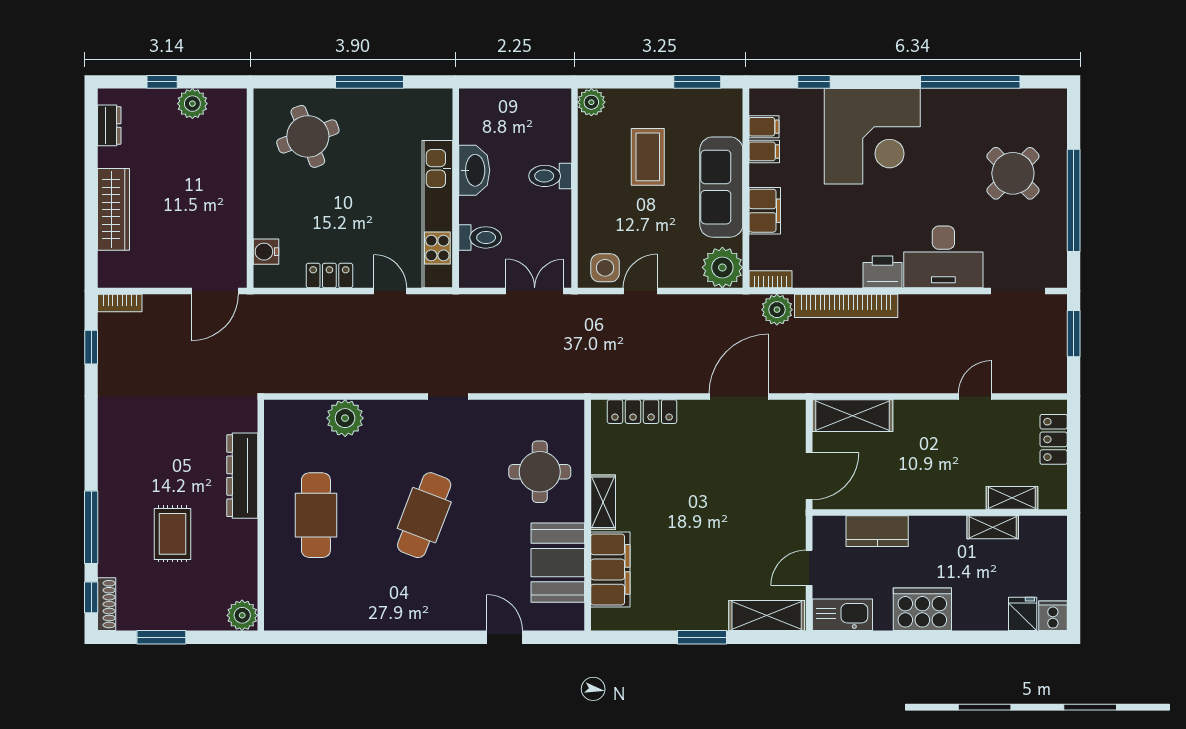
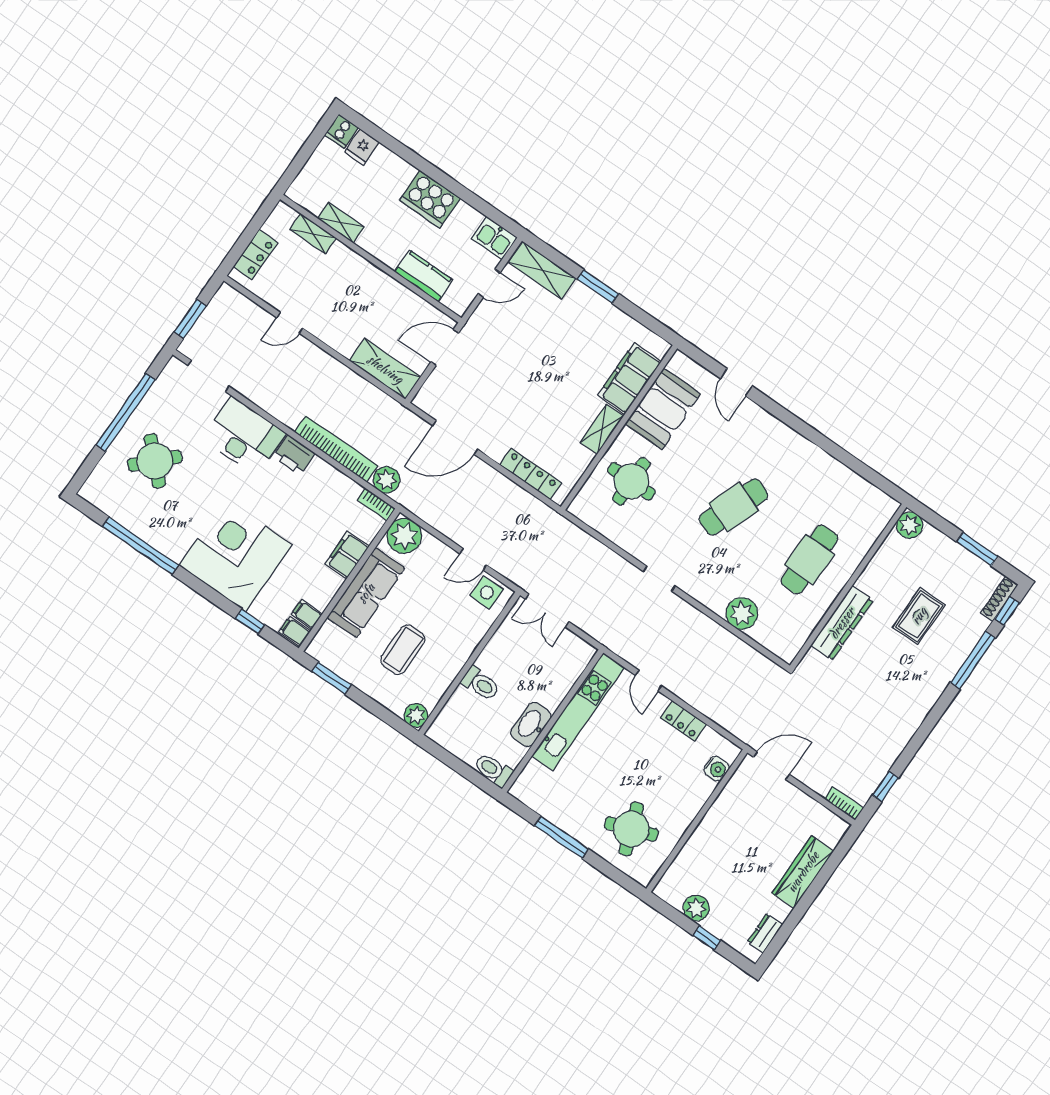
filing cabinet: (764, 151) -> (295, 632), moved
toilet: (480, 237) -> (493, 770), moved
kitchen sink: (842, 615) -> (494, 238), width x0.73

